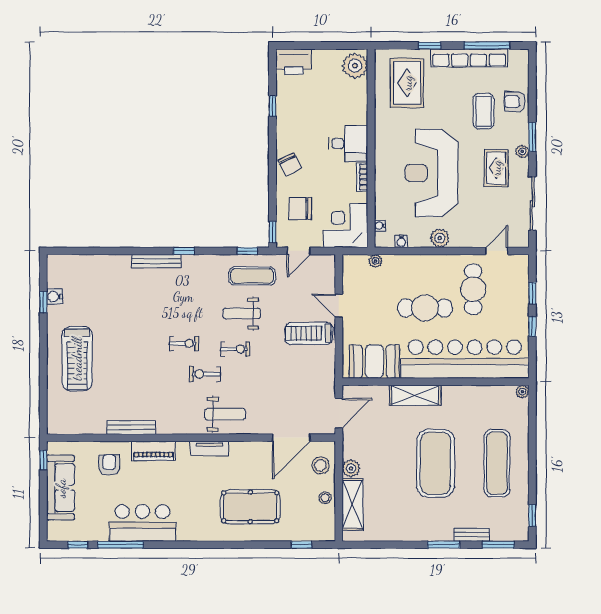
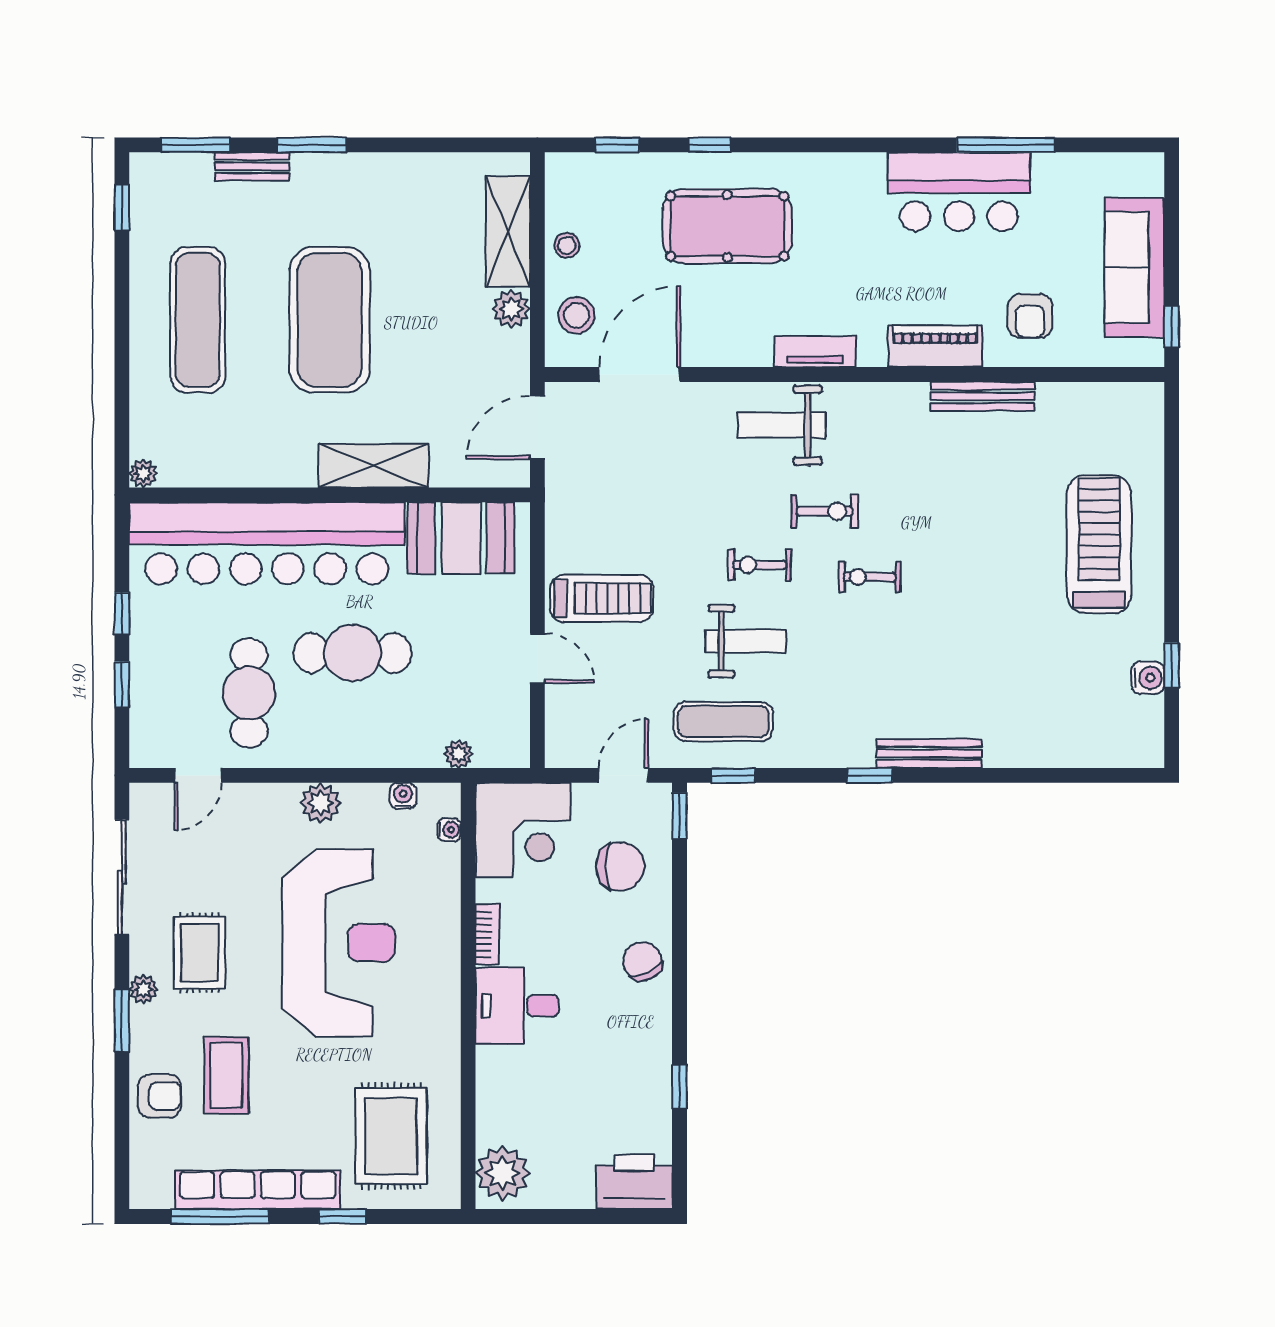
window: (78, 545) -> (709, 145), moved

